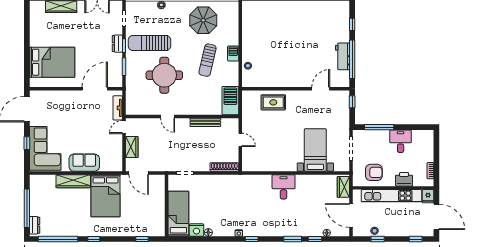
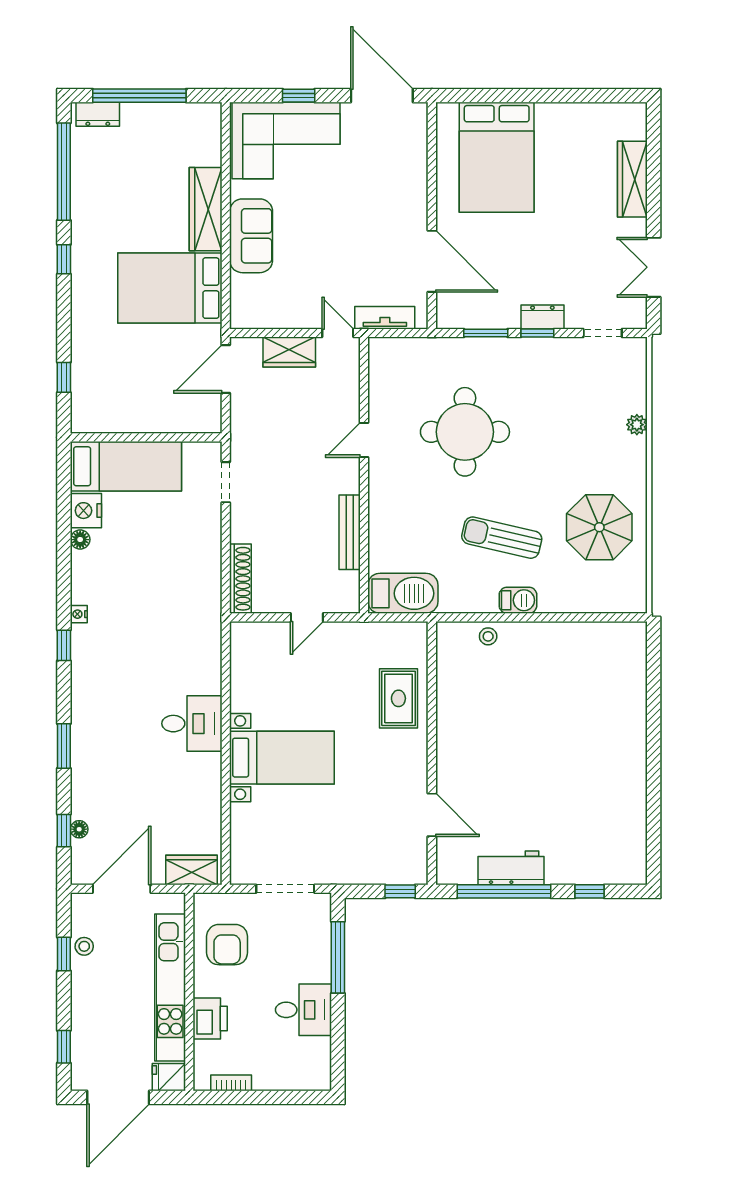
sun lounger: (149, 43) -> (544, 395), removed
bed with nightstands: (315, 150) -> (282, 758), moved
window: (315, 239) -> (64, 831), moved

